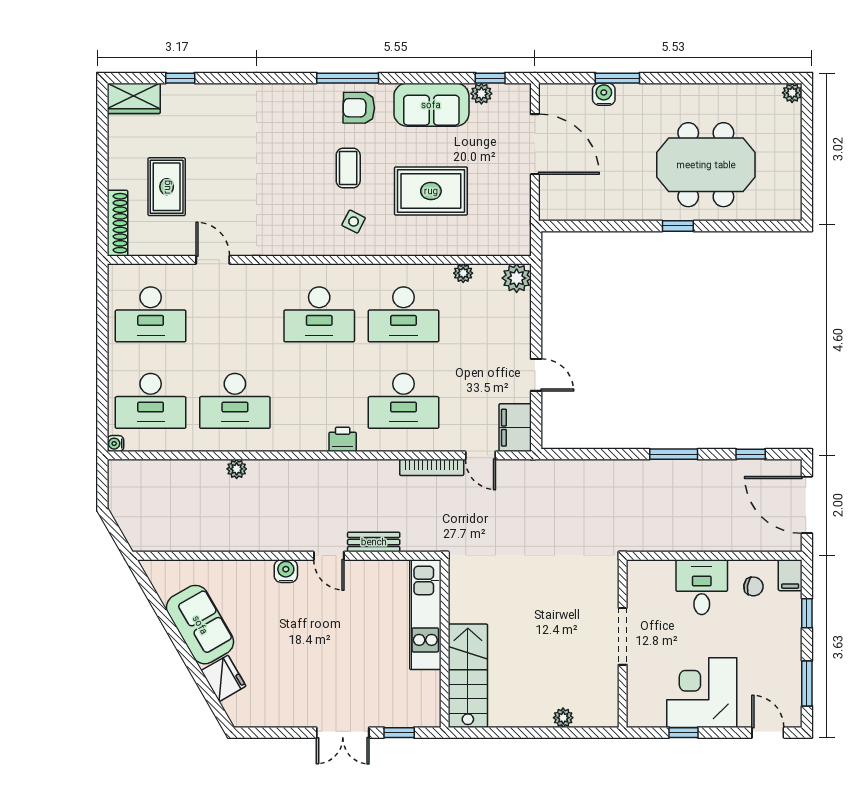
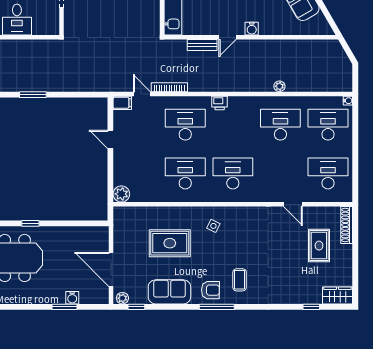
plant: (481, 94) -> (122, 298), moved
coffee table: (348, 168) -> (240, 280), moved
plant: (463, 273) -> (152, 197), removed
filing cabinet: (515, 428) -> (122, 103), width x0.50
door: (329, 556) -> (227, 37), swing flipped

